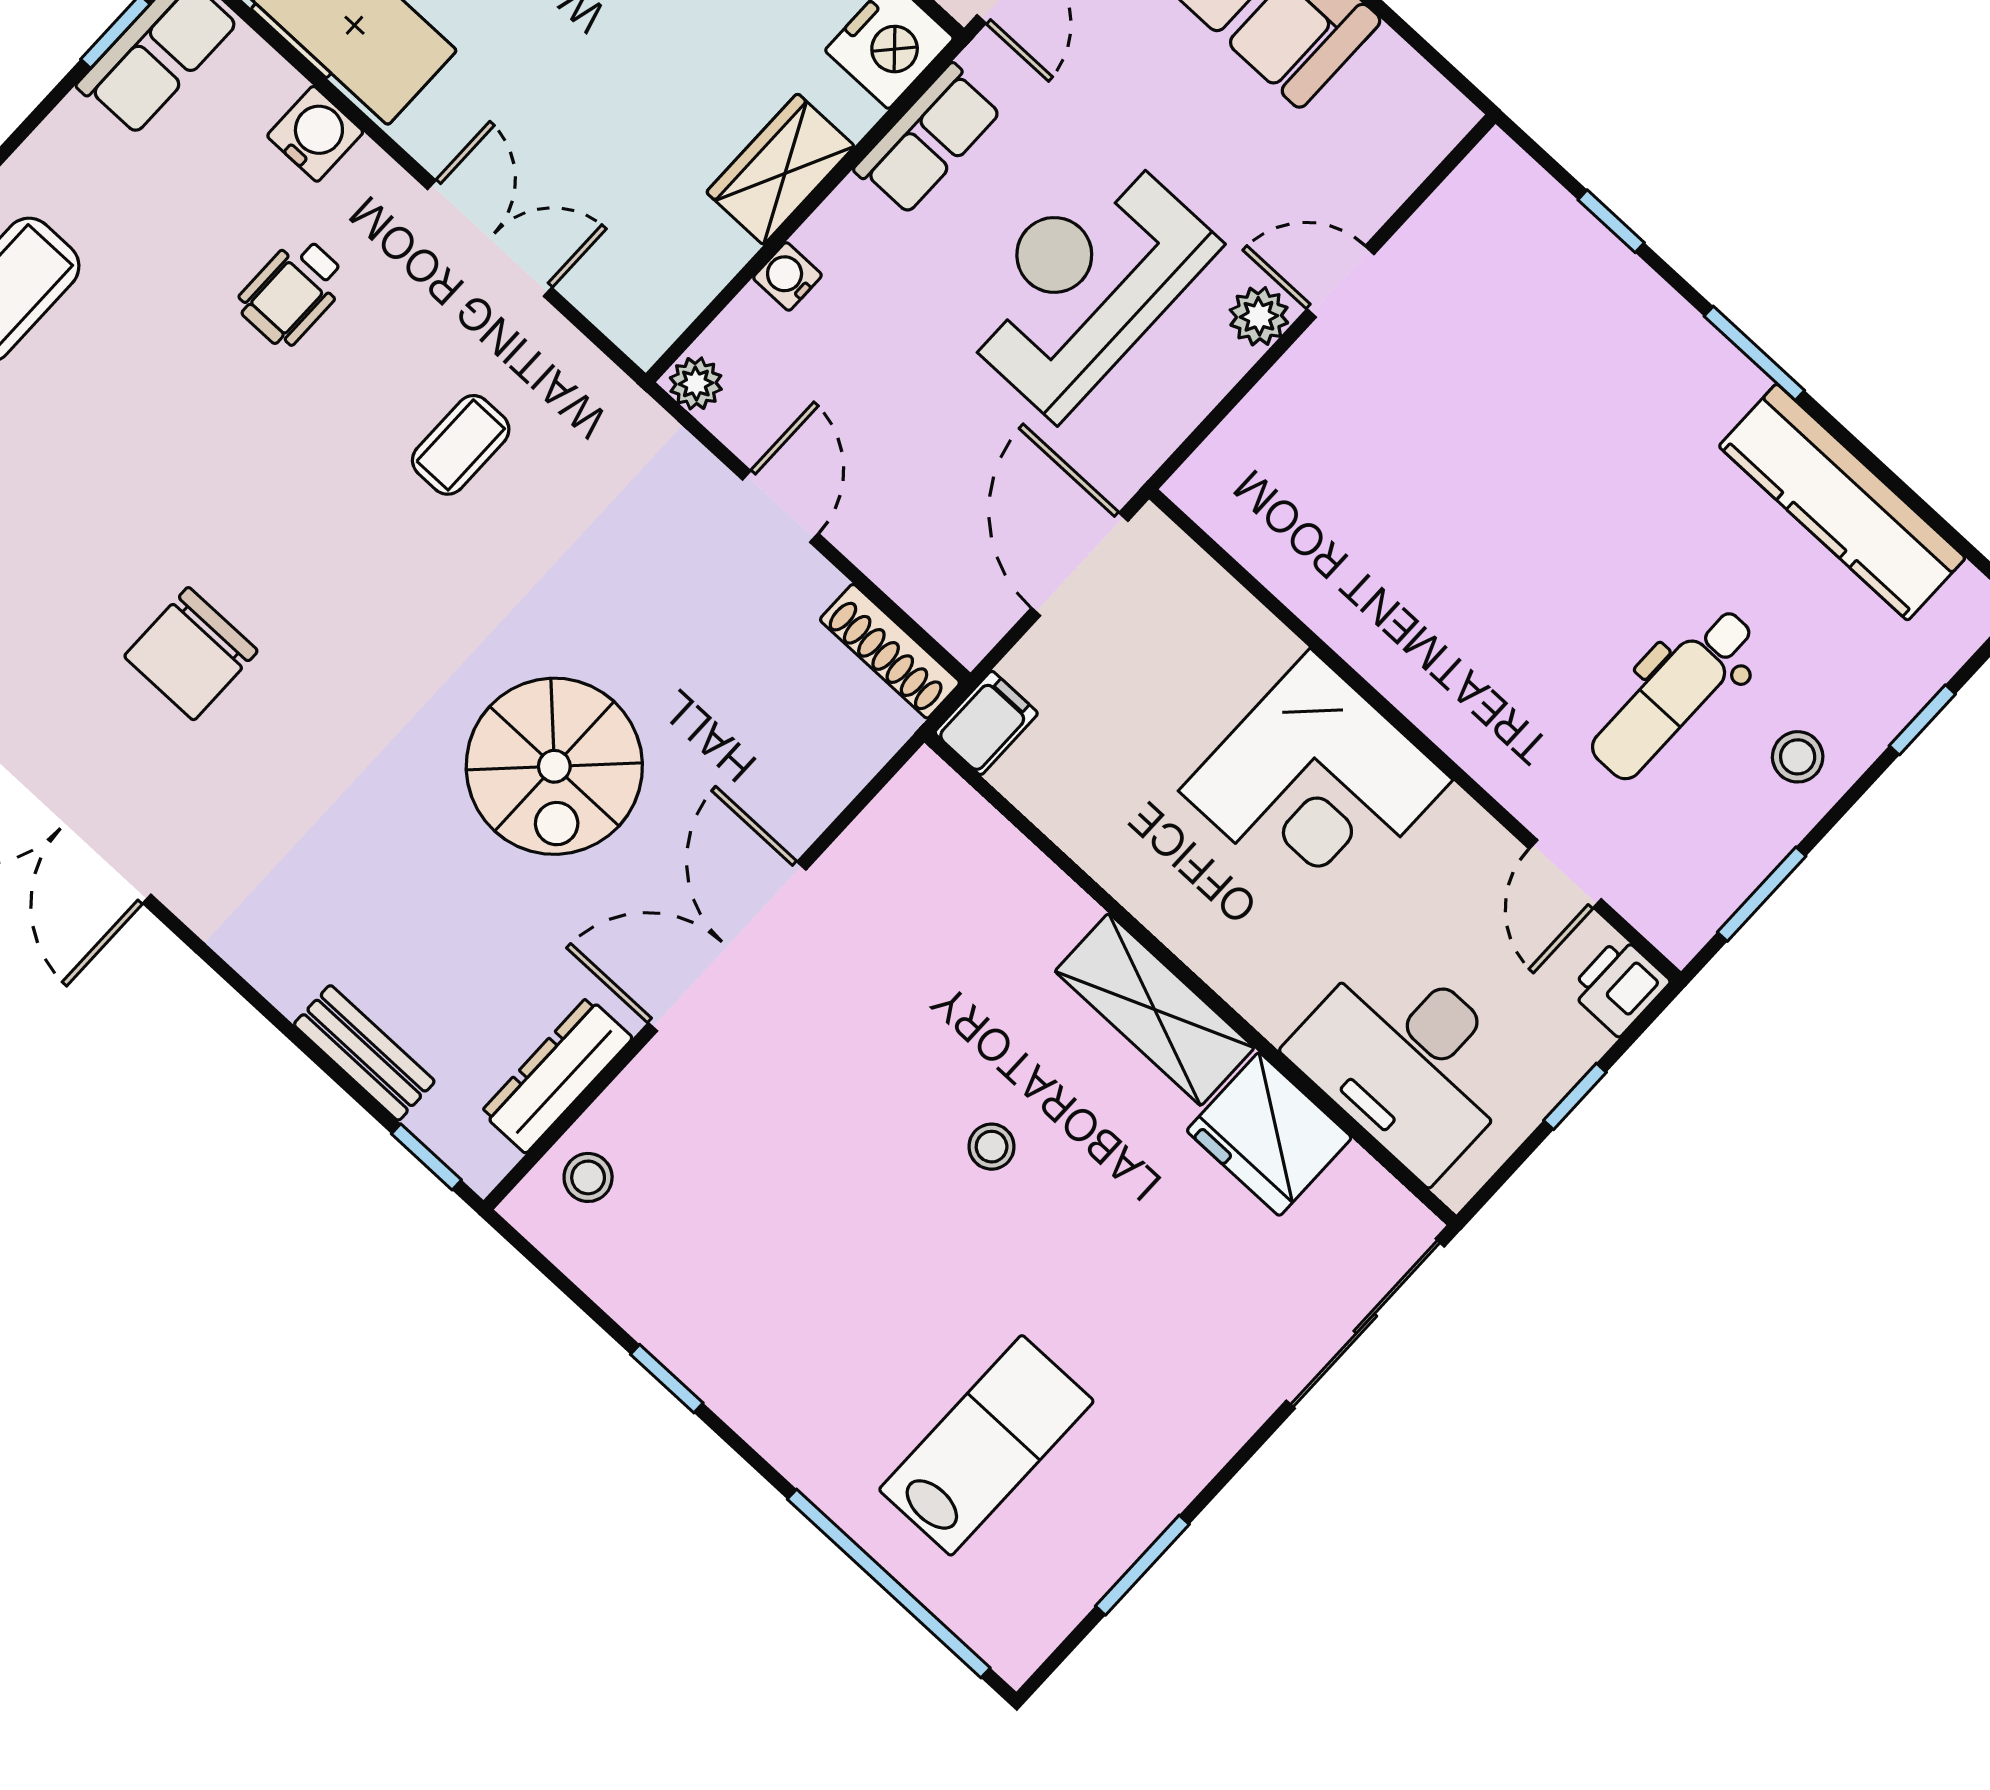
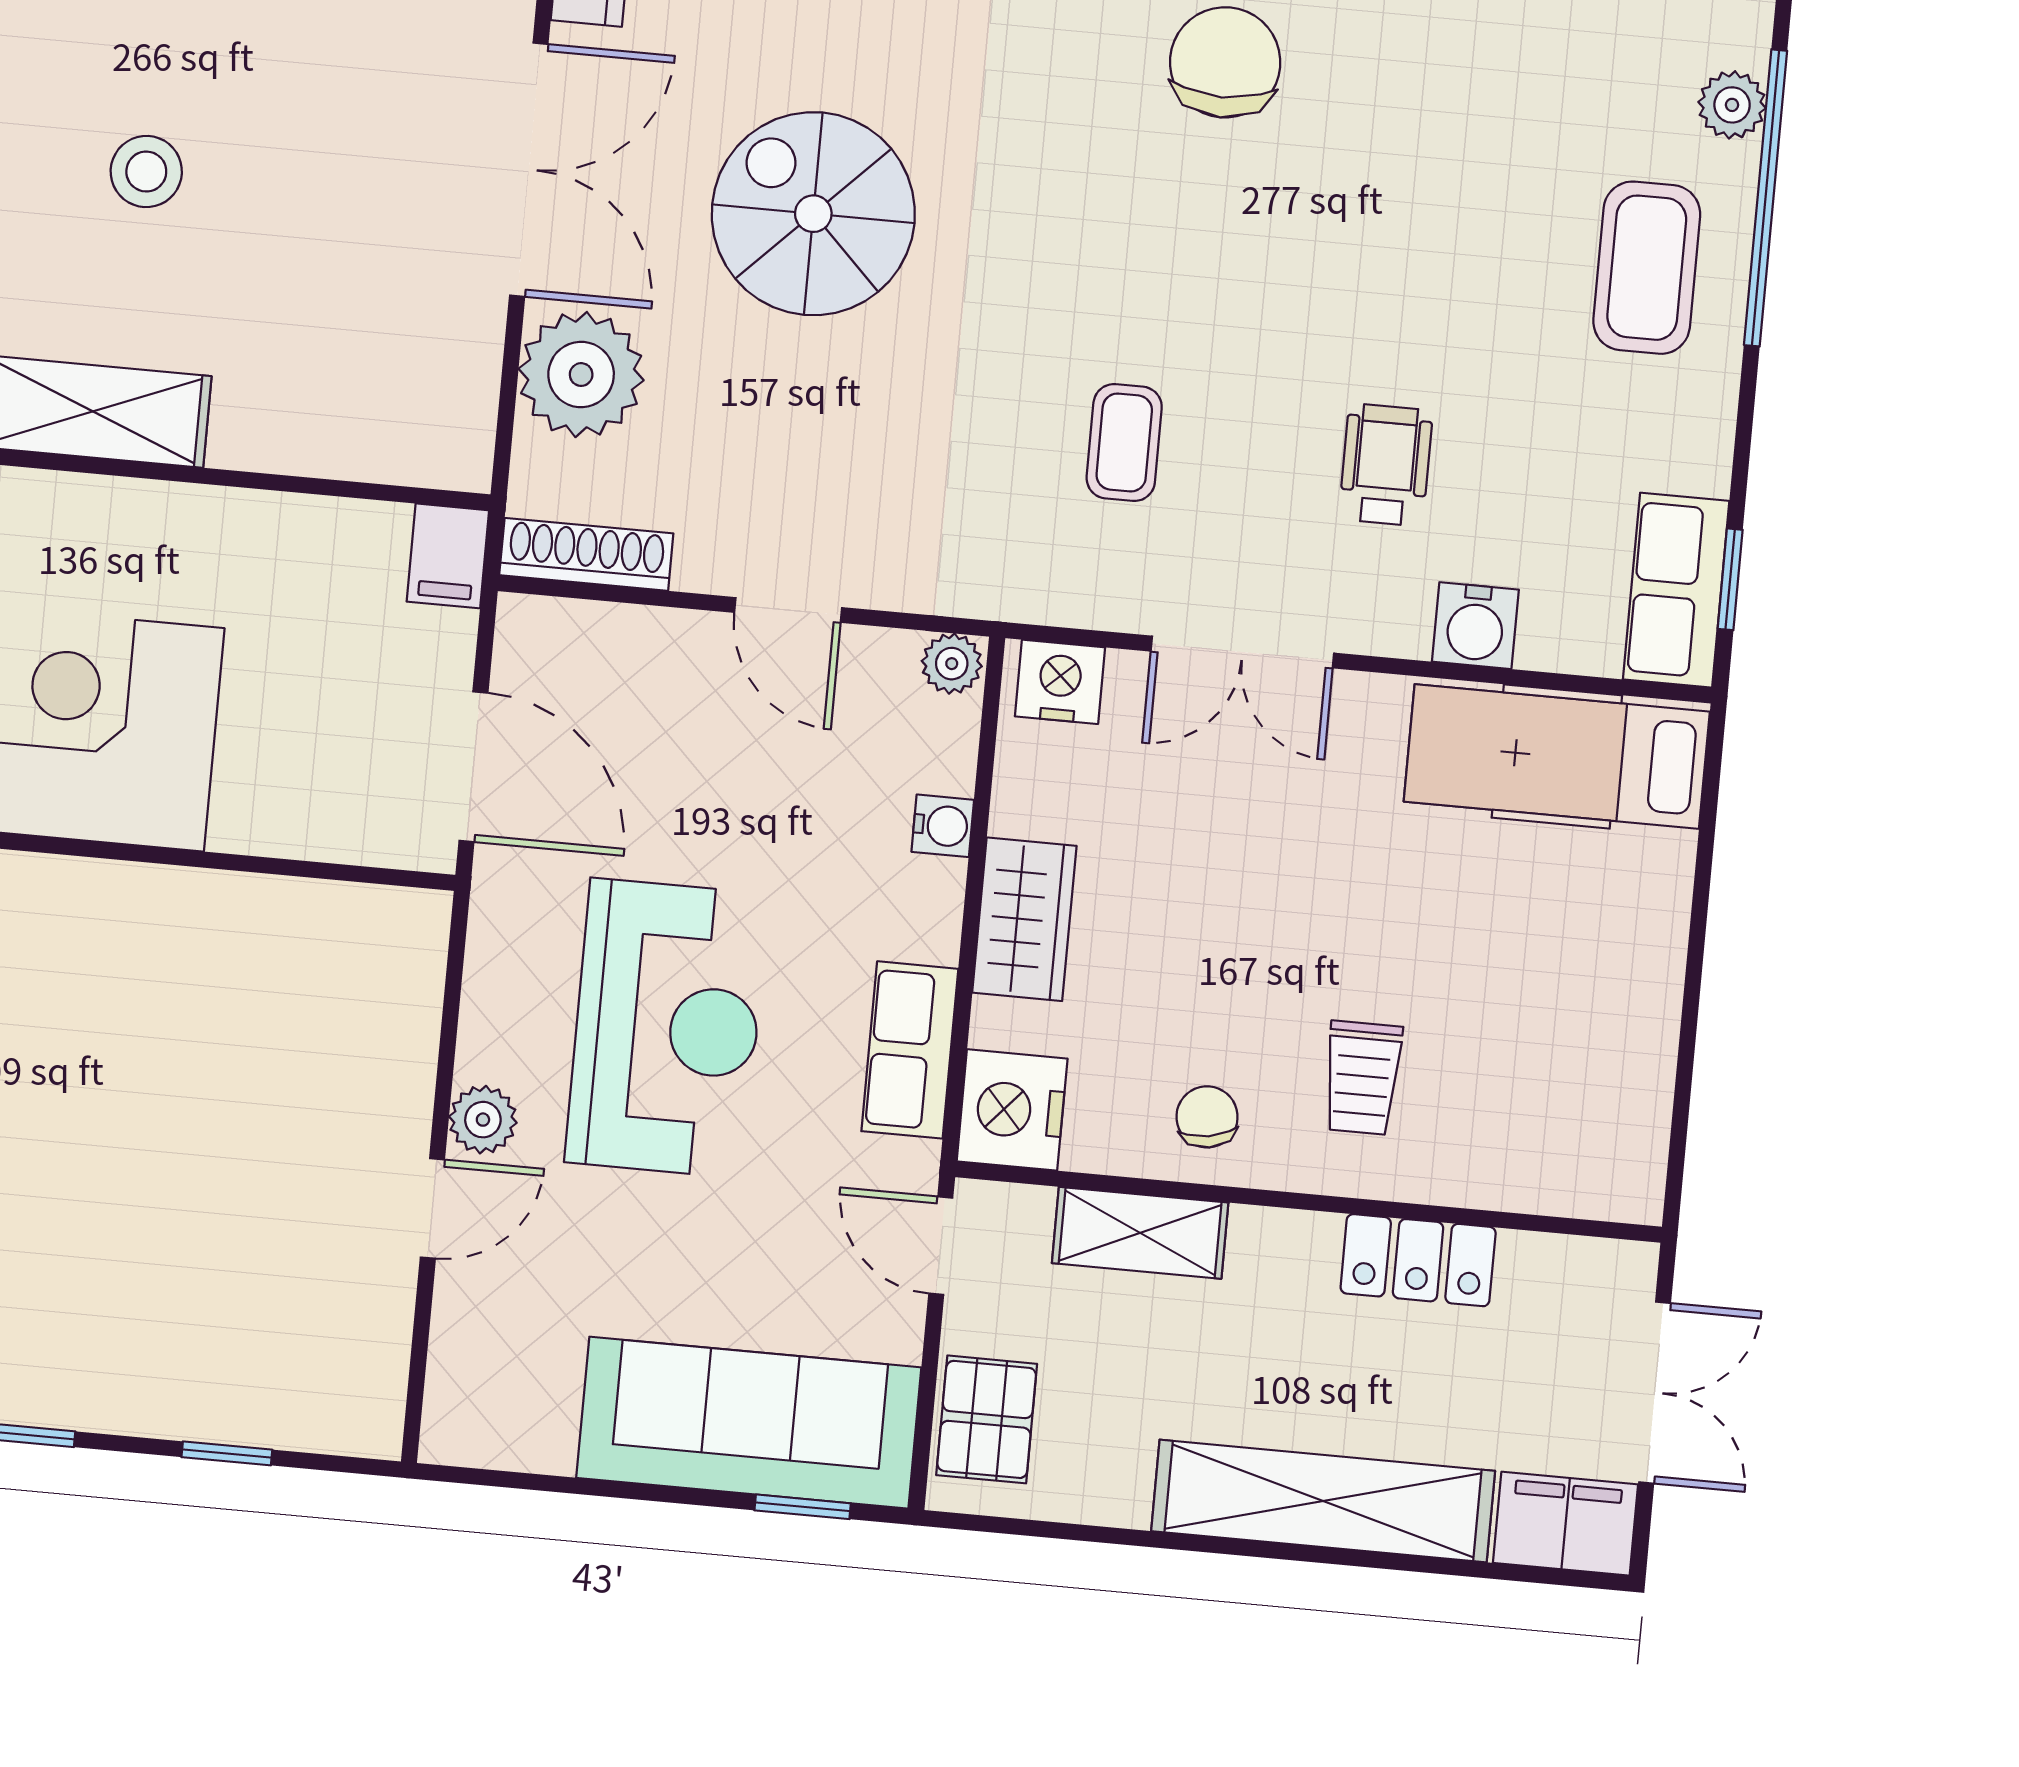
nightstand: (631, 314) -> (1060, 682), added
plant: (799, 778) -> (581, 375), added
stool: (992, 1147) -> (146, 172), width x1.37, depth x1.37

